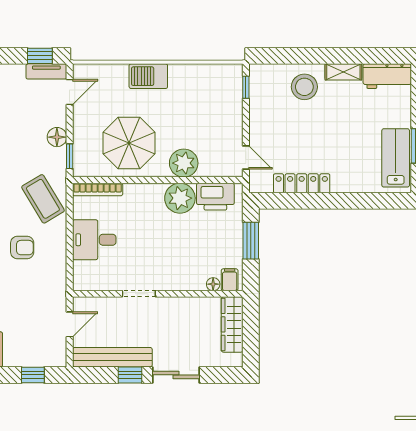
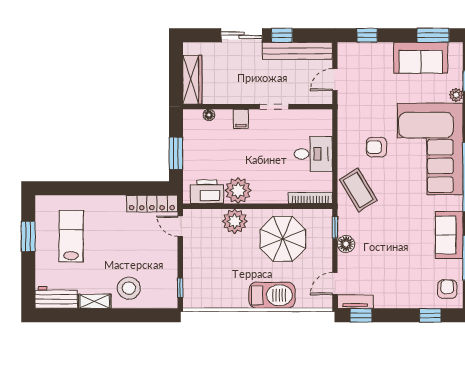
barbecue: (148, 76) -> (272, 295), width x1.37, depth x1.21
lab bench: (396, 158) -> (71, 236), moved, turned 180
locker: (302, 183) -> (152, 203), moved
filing cabinet: (230, 280) -> (241, 119), moved

